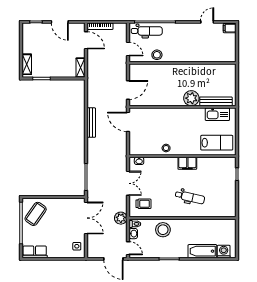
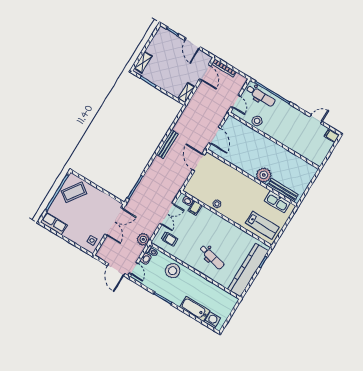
door: (128, 90) -> (215, 136), hinge flipped
filing cabinet: (187, 163) -> (195, 208), moved, width x0.50
kitchen counter: (228, 189) -> (248, 270), added

